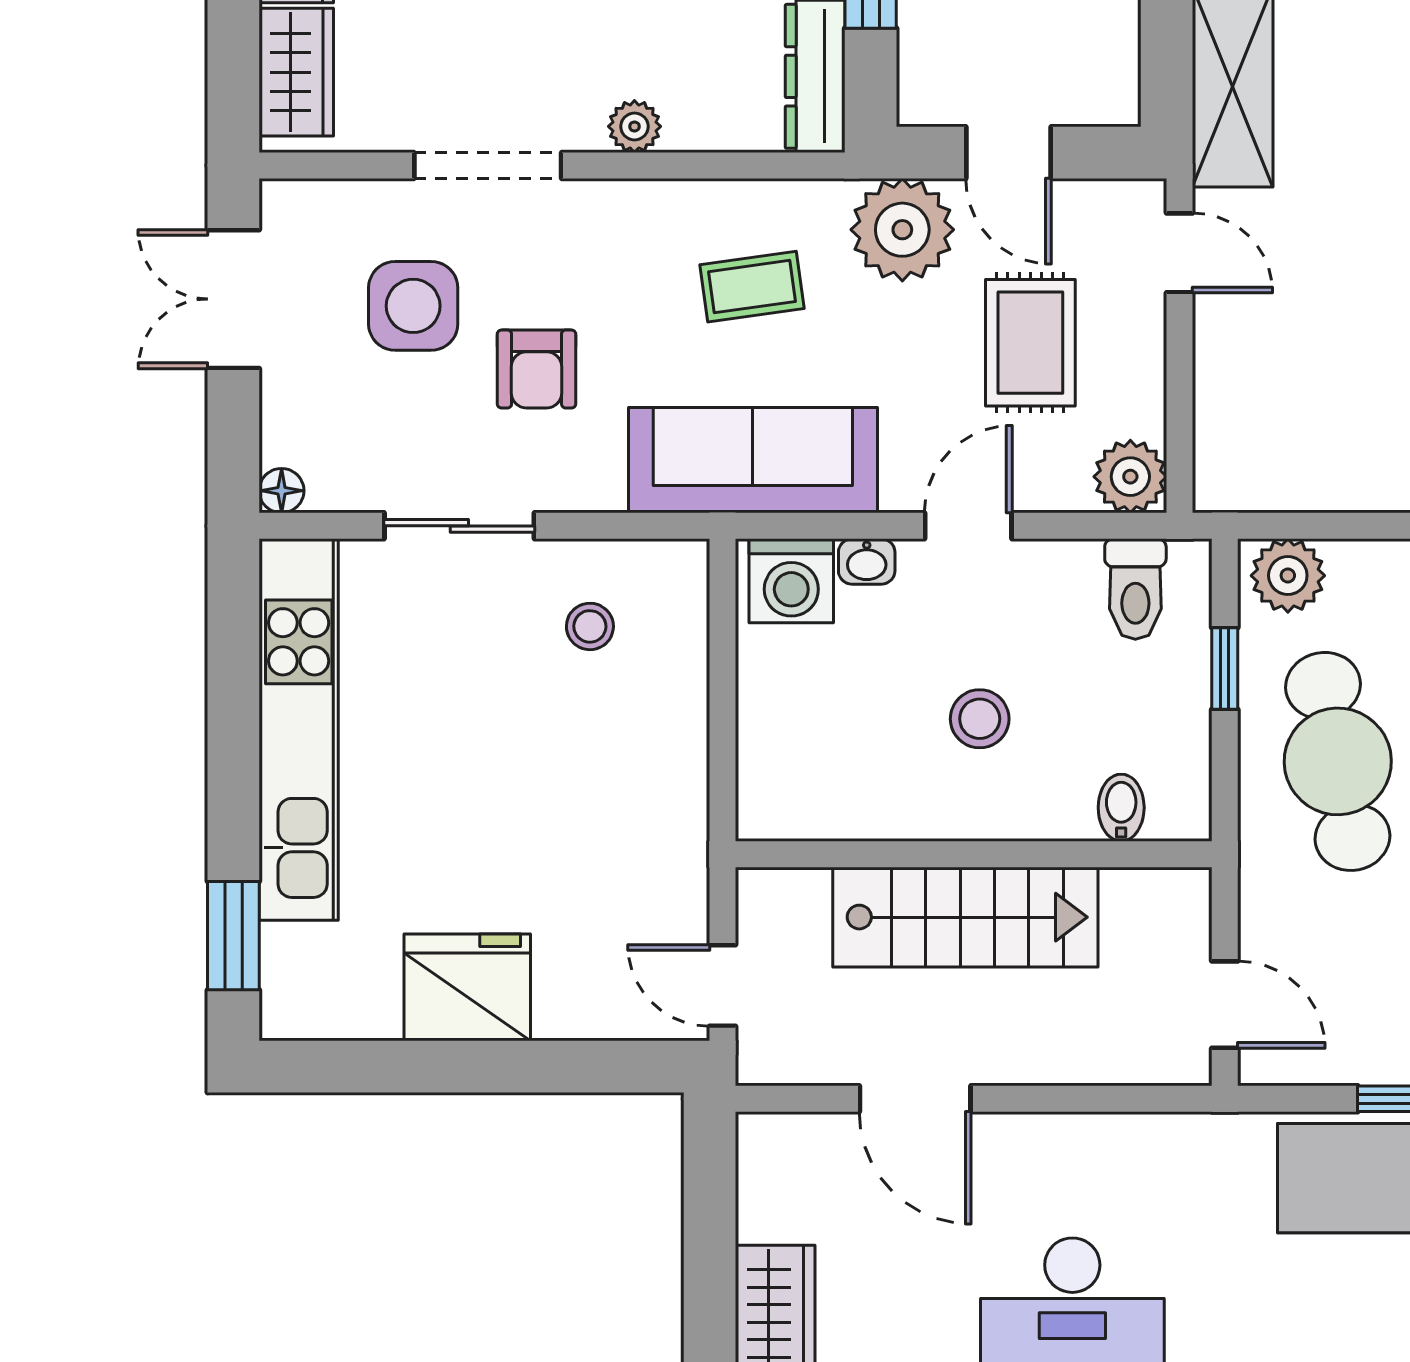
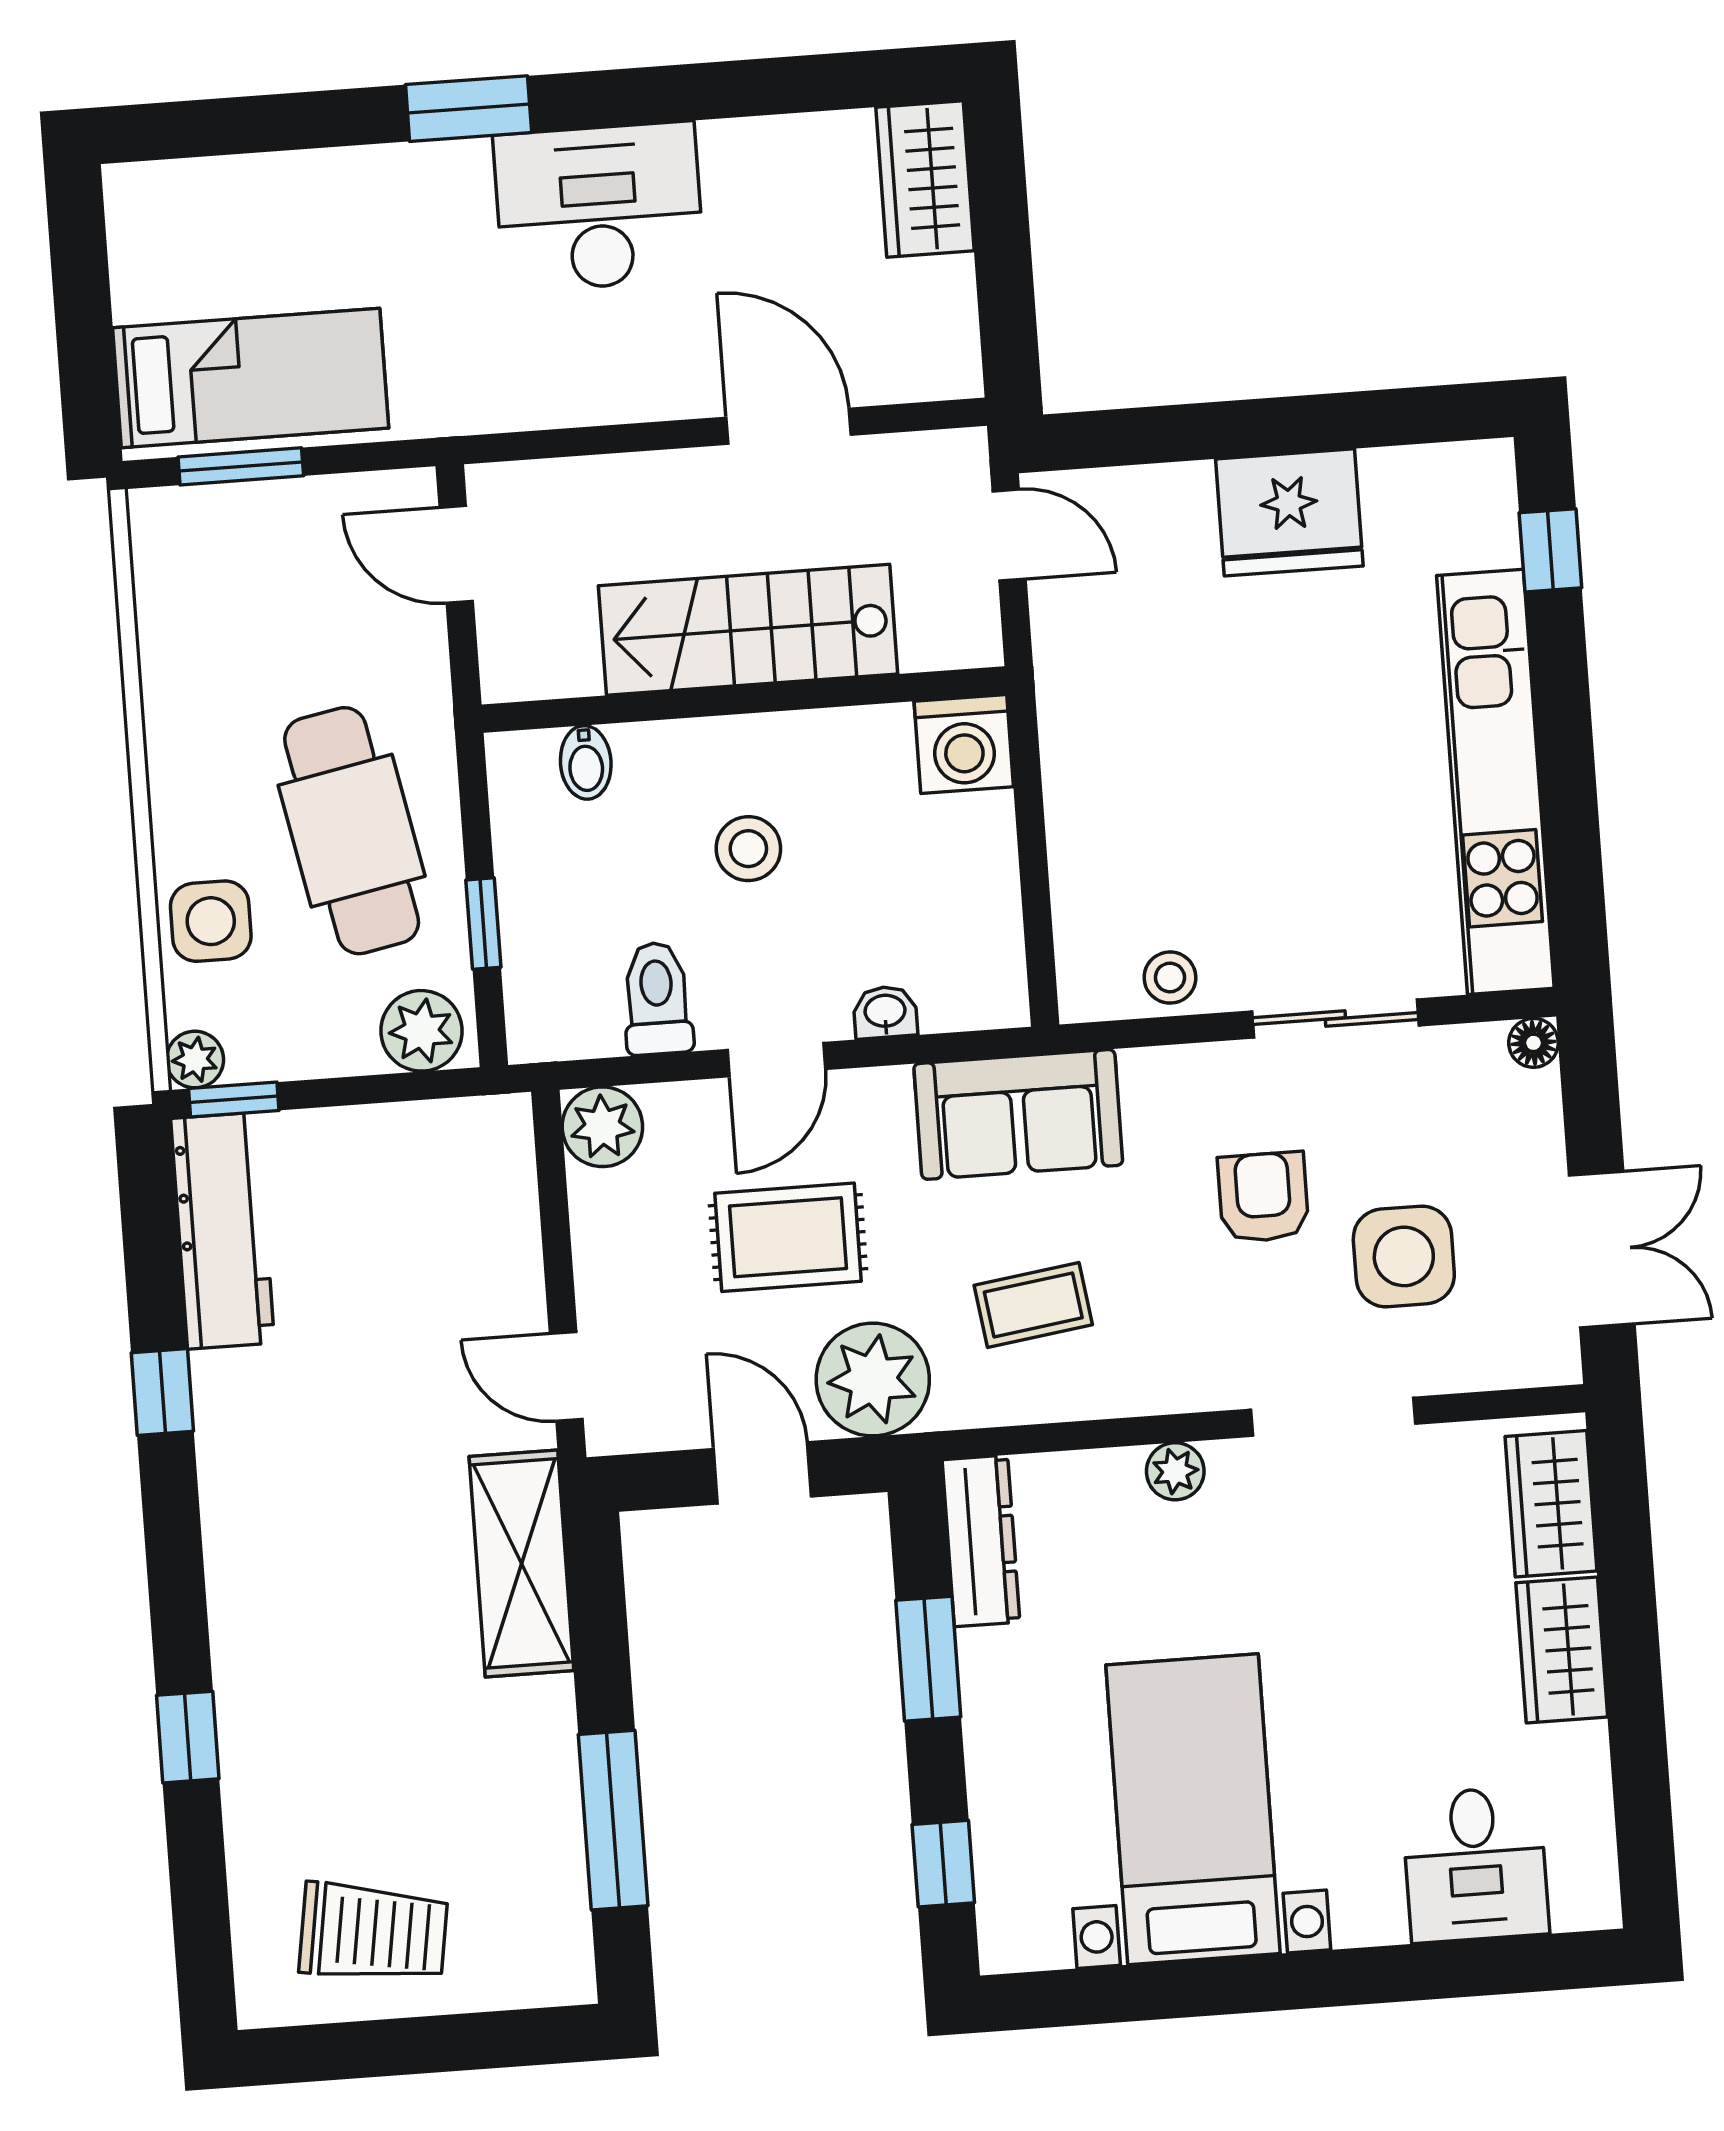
rug: (1030, 343) -> (788, 1237), moved, turned 90
sofa: (753, 460) -> (1018, 1114), width x0.73
washing machine: (791, 581) -> (964, 744), moved, turned 180
toilet: (1135, 589) -> (657, 999), moved
stool: (590, 626) -> (1170, 978), moved
window: (233, 936) -> (1550, 550), width x0.67

